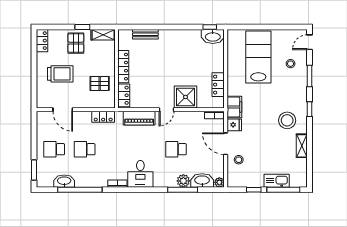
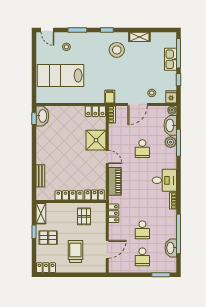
locker: (218, 85) -> (95, 111), moved
filing cabinet: (234, 107) -> (110, 97), width x0.50
fridge: (234, 125) -> (171, 97), moved

